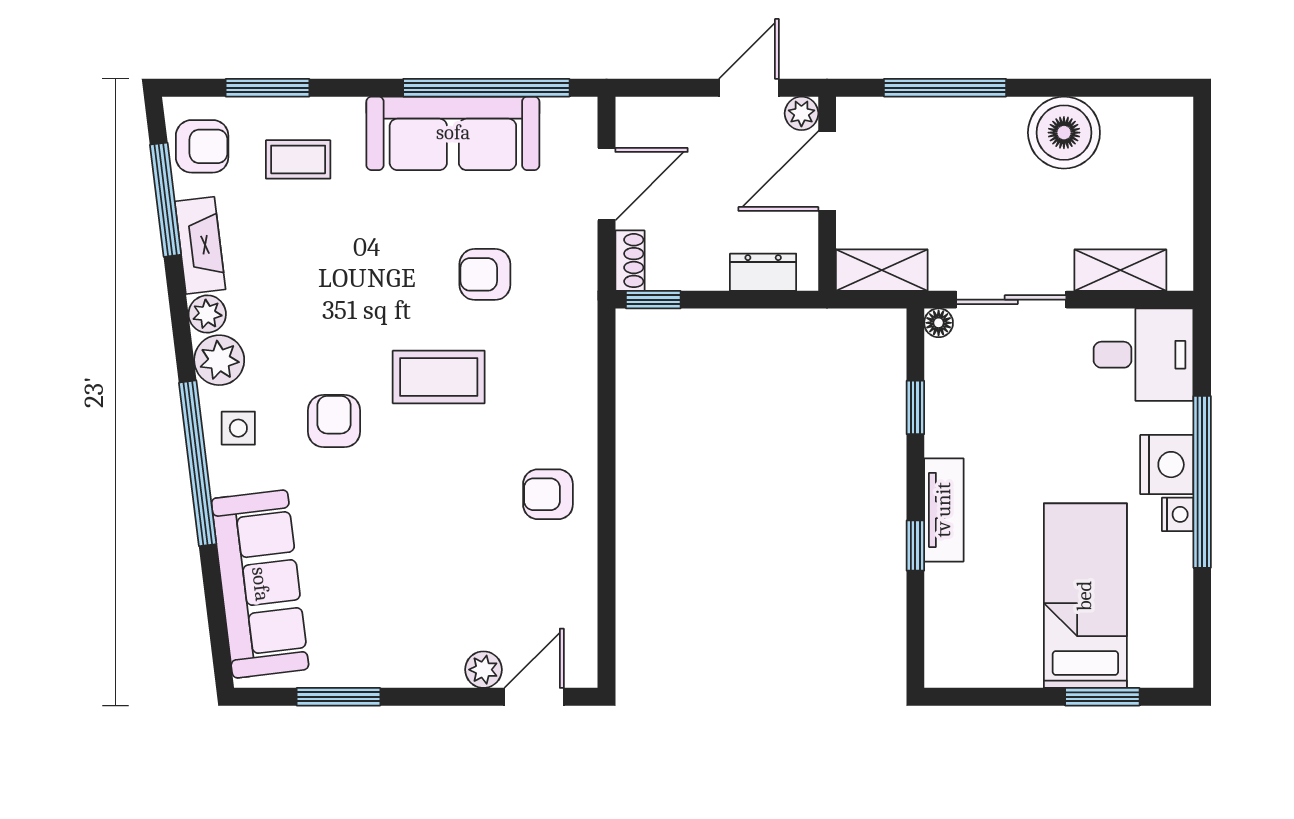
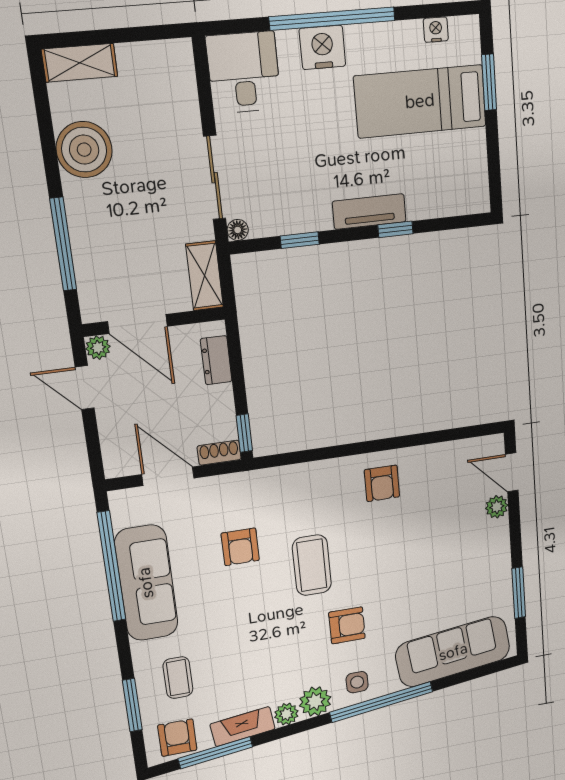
shelving: (1120, 270) -> (80, 63), moved, turned 90
armchair: (334, 421) -> (347, 625), turned 180
nightstand: (1178, 514) -> (436, 30), moved

